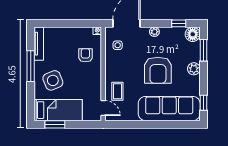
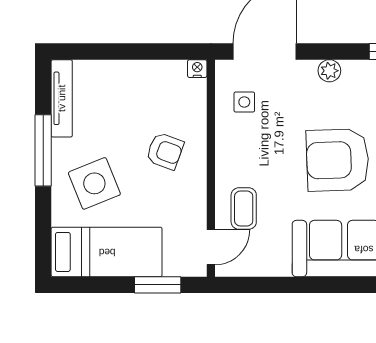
armchair: (85, 55) -> (165, 151), moved, turned 110
armchair: (158, 70) -> (338, 160), turned 88
door: (103, 108) -> (211, 247), hinge flipped
window: (55, 124) -> (158, 285), moved

